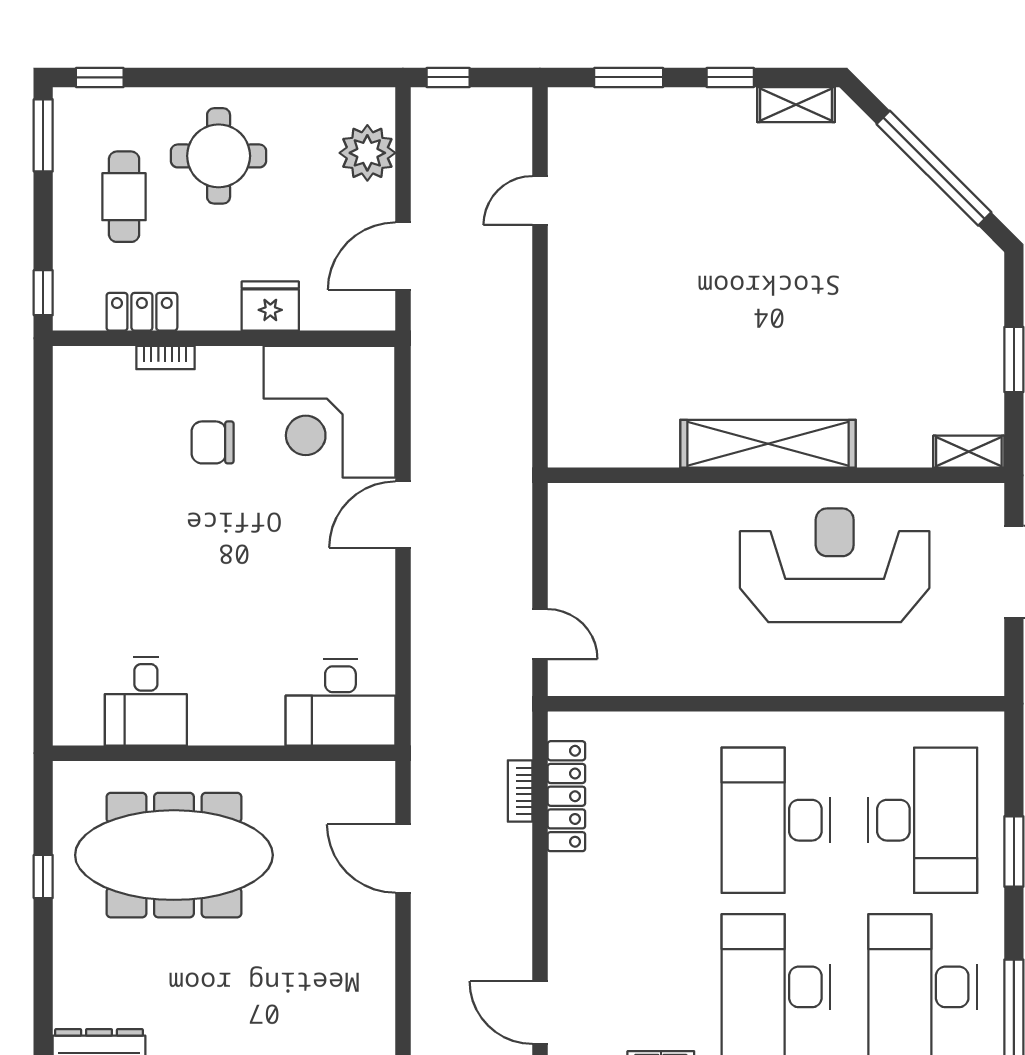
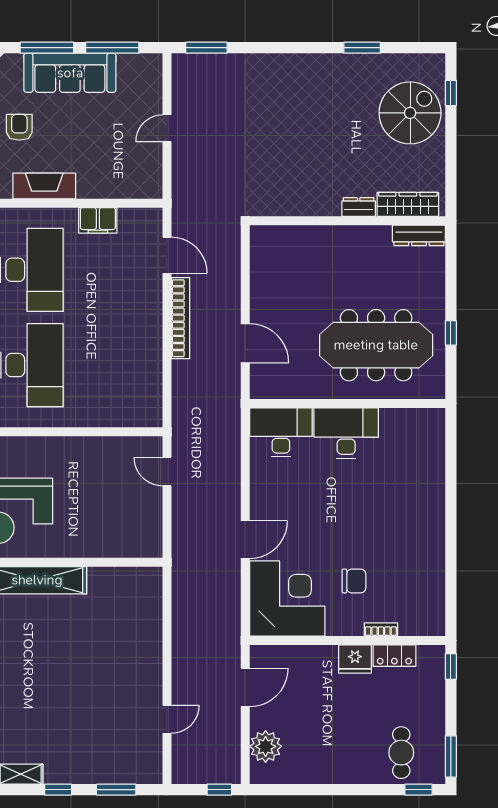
round table: (219, 156) -> (351, 745), removed
cafe table: (124, 197) -> (401, 753), moved
fridge: (270, 306) -> (355, 659), moved
desk: (146, 701) -> (346, 433), moved, width x1.37
bookcase: (520, 791) -> (180, 318), moved, width x2.31, depth x1.31
locker: (566, 796) -> (152, 379), removed

